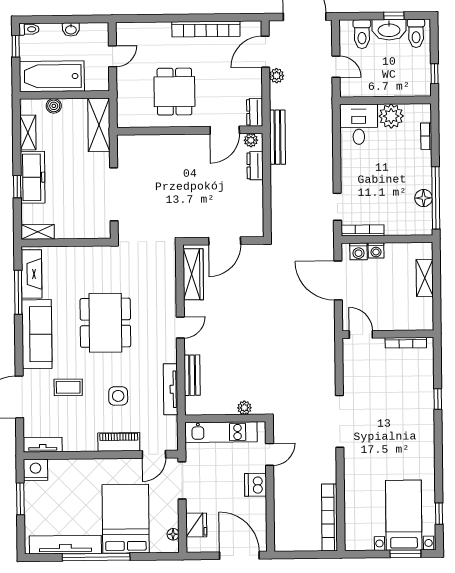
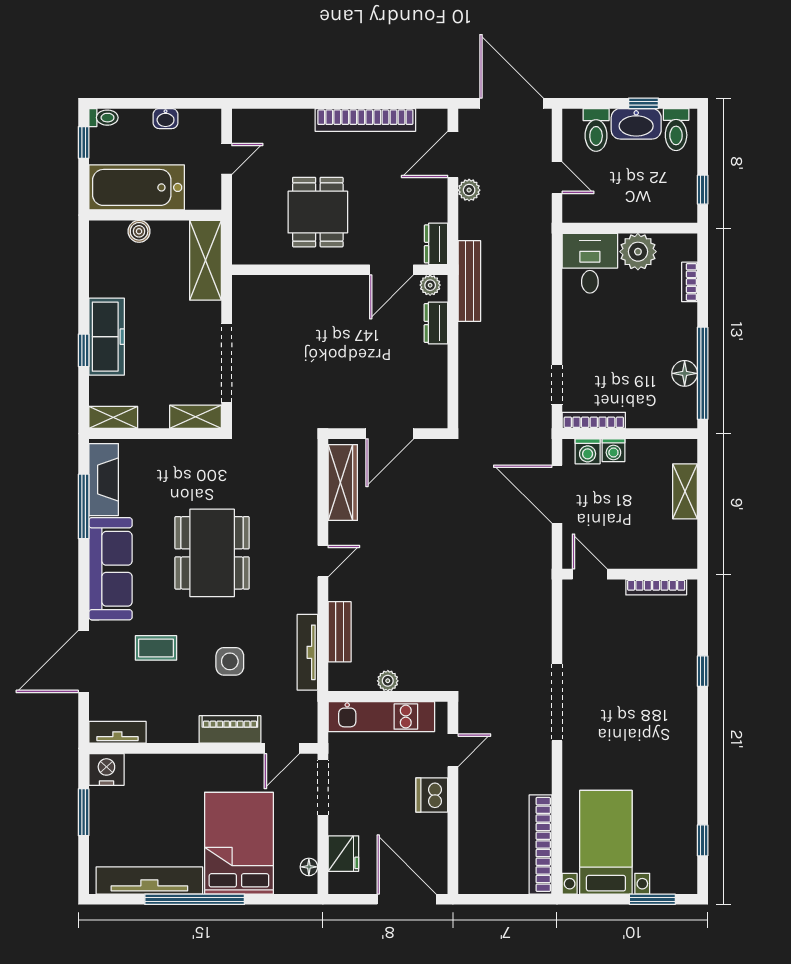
shelving: (28, 133) -> (196, 417), moved, turned 90
plant: (244, 408) -> (388, 681), moved
bed with nightstands: (404, 515) -> (606, 842), moved

